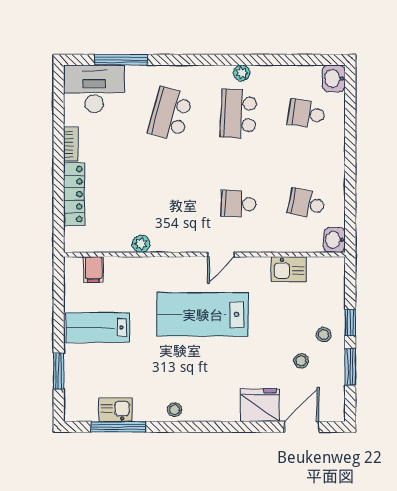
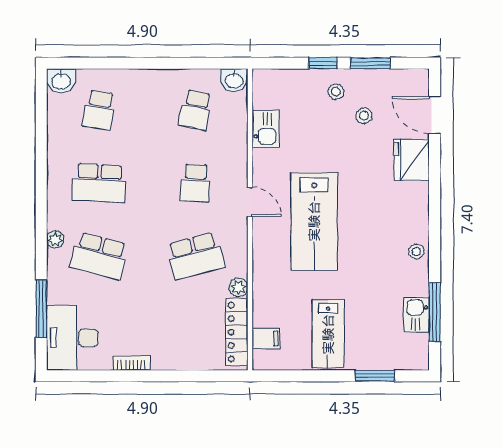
plant: (242, 73) -> (55, 239), moved
locker: (74, 194) -> (237, 332), moved, turned -90
school desk: (170, 204) -> (195, 256), added

